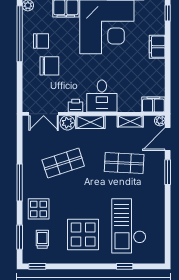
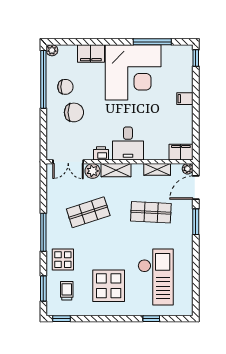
filing cabinet: (157, 47) -> (185, 99), width x0.50
checkout: (129, 226) -> (156, 277), turned 180

